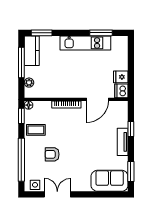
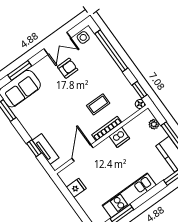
dishwasher: (121, 91) -> (119, 137), moved, turned 90
coffee table: (36, 130) -> (98, 104), moved
tv unit: (123, 142) -> (46, 149), moved
armchair: (52, 154) -> (68, 68), moved
window: (100, 194) -> (20, 70), added

